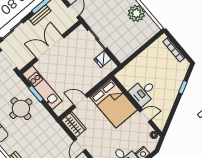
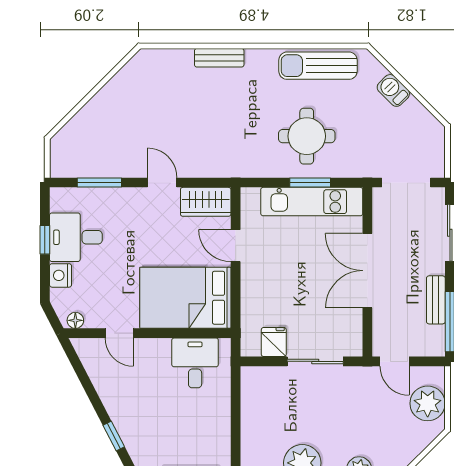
double door: (50, 48) -> (367, 271), swing flipped
desk: (143, 92) -> (195, 363), moved
door: (80, 101) -> (236, 246), swing flipped
door: (145, 116) -> (119, 333), hinge flipped

